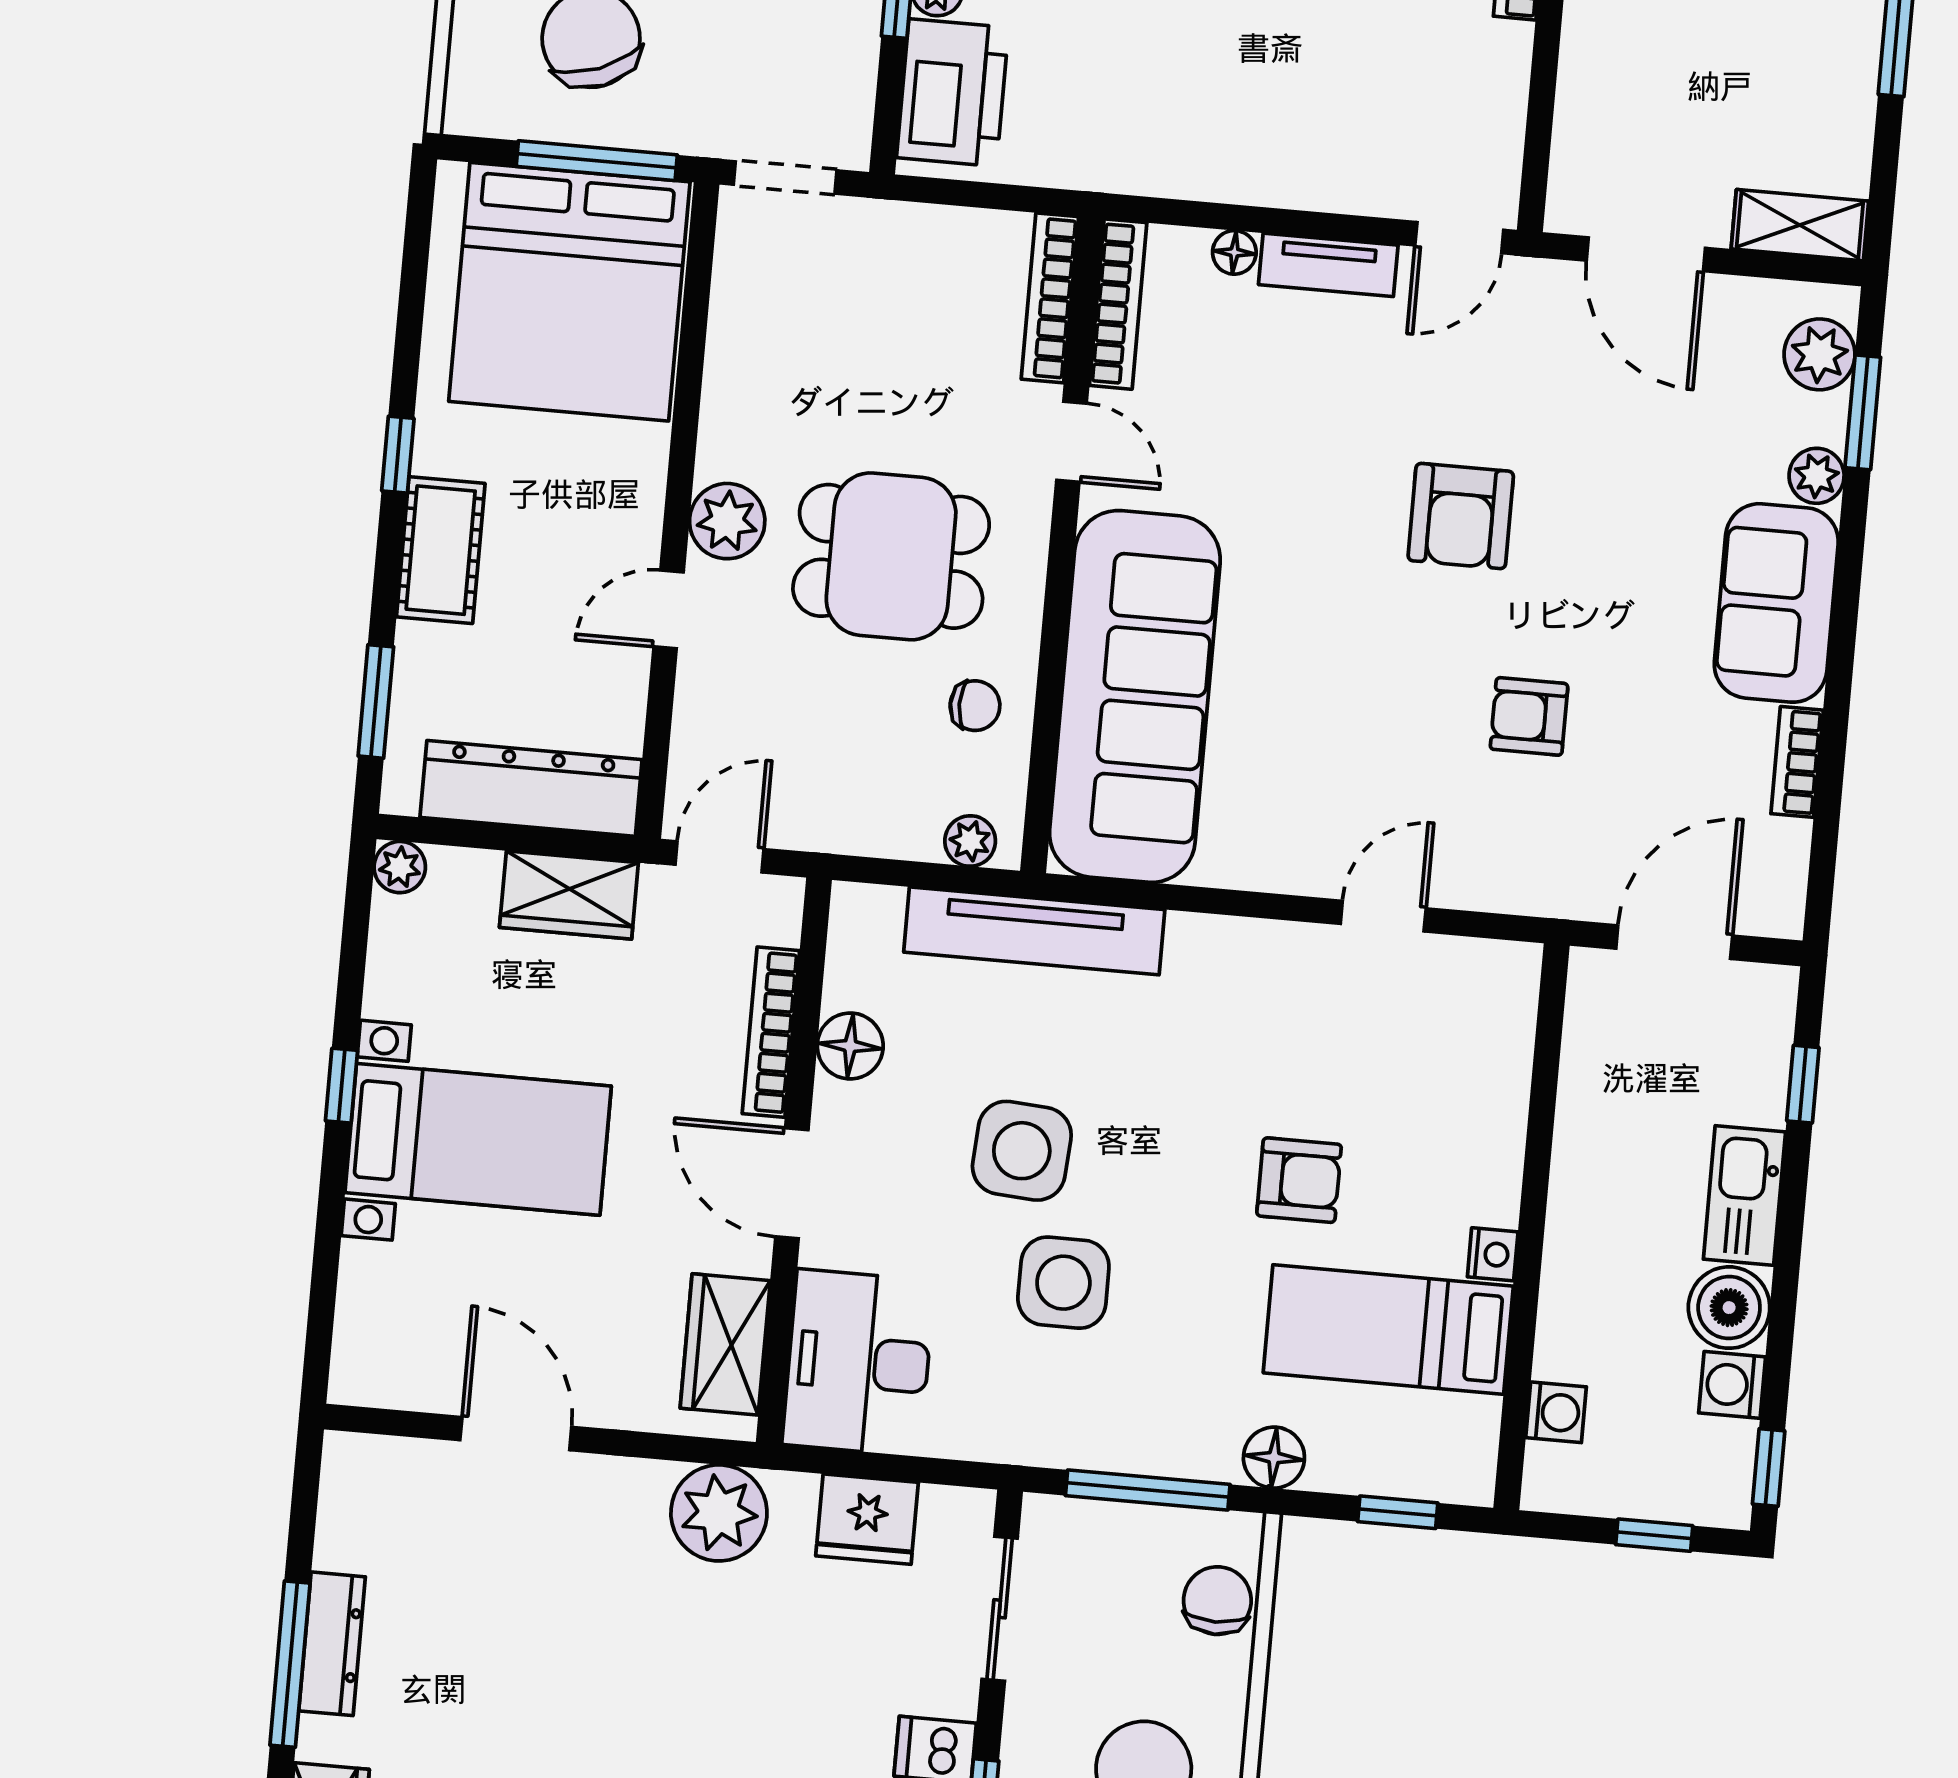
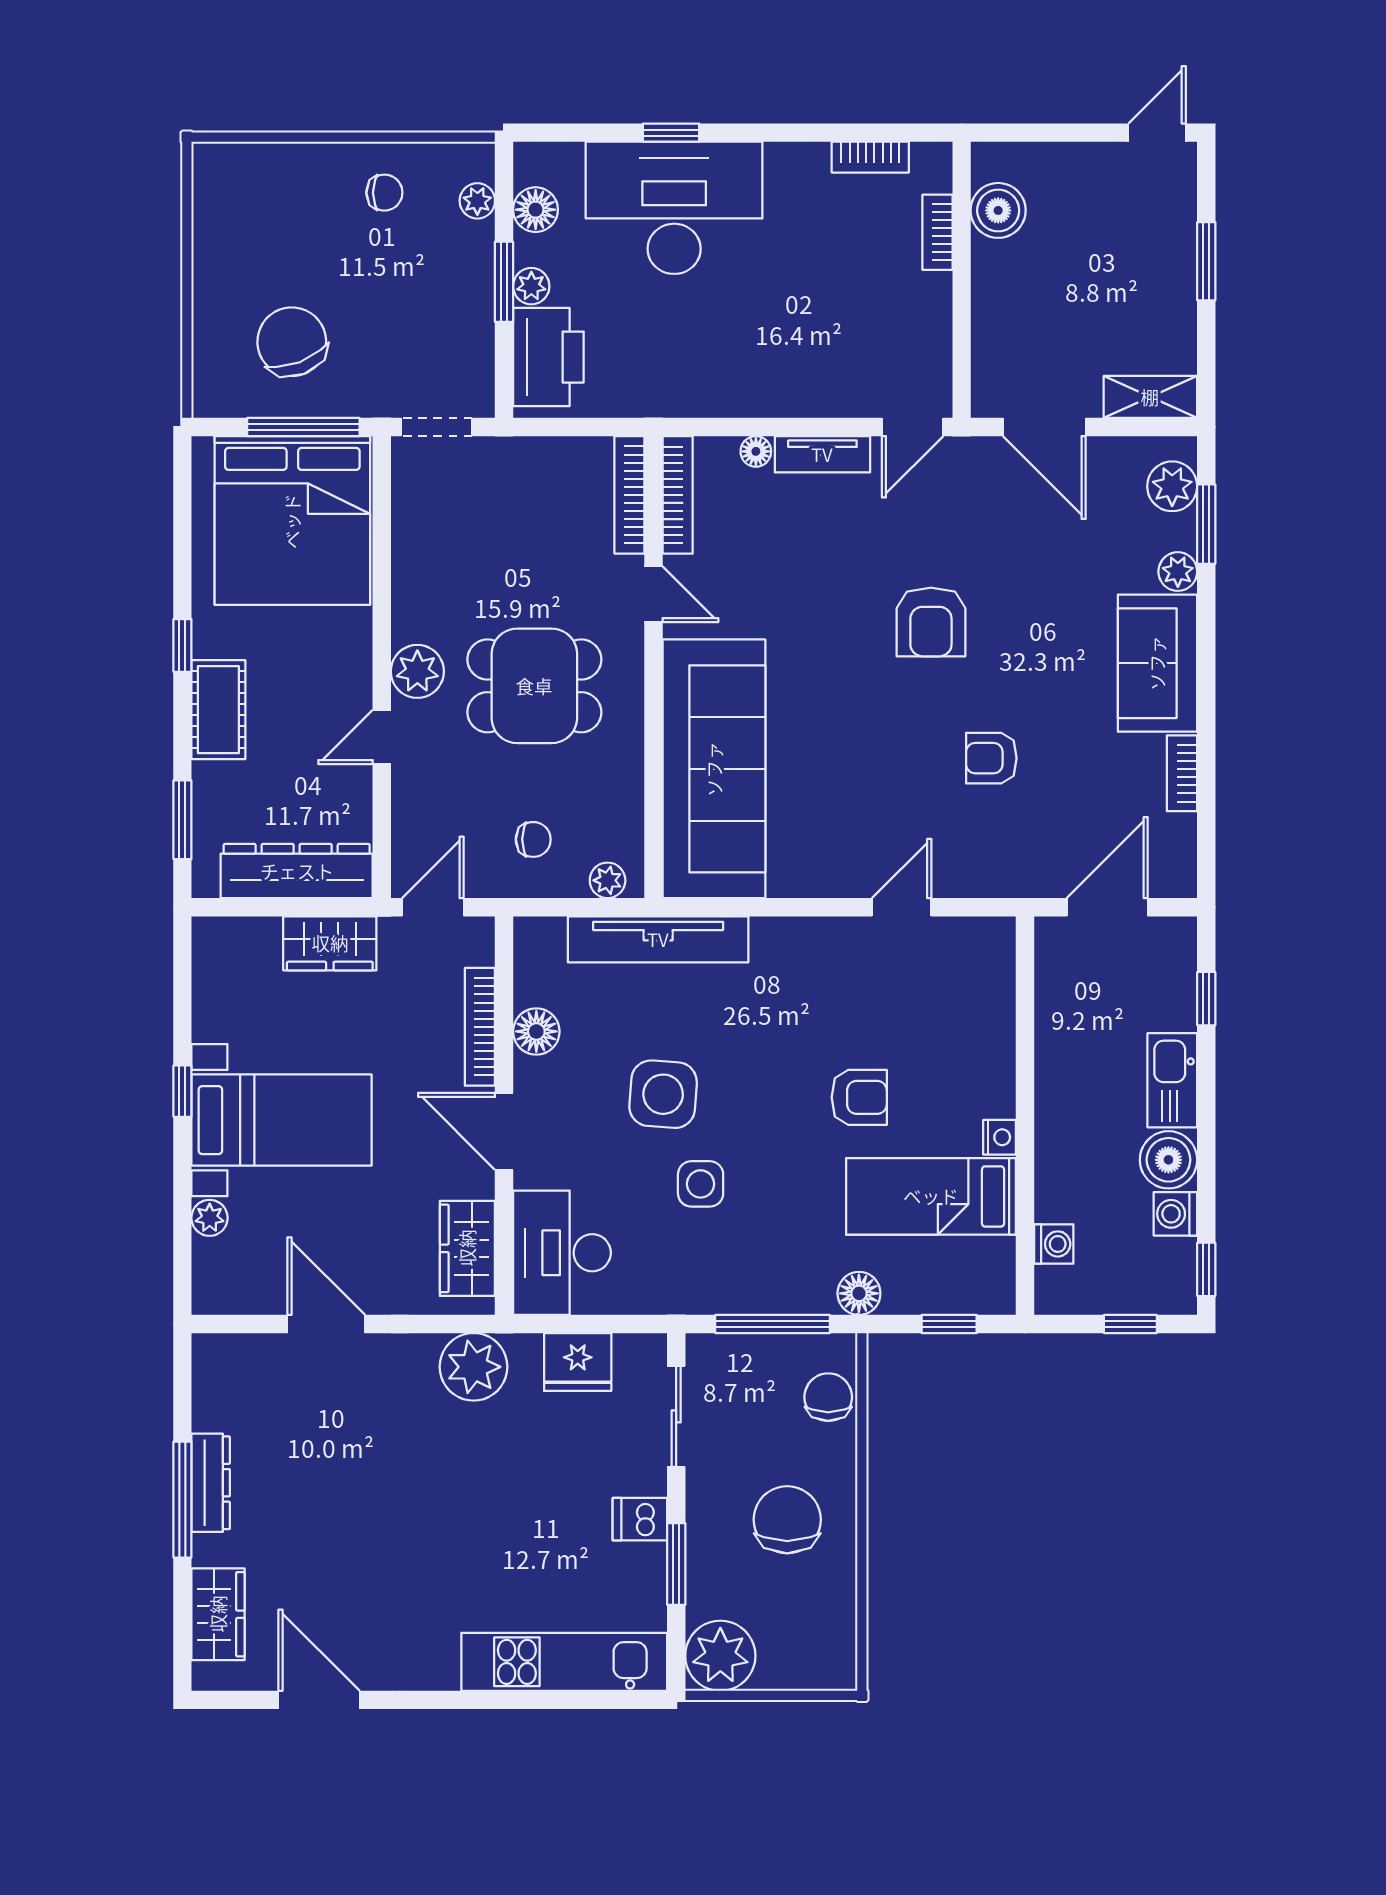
chair: (975, 706) -> (533, 839), moved
plant: (400, 867) -> (210, 1218), moved
side table: (1063, 1283) -> (701, 1184), width x0.73, depth x0.73

